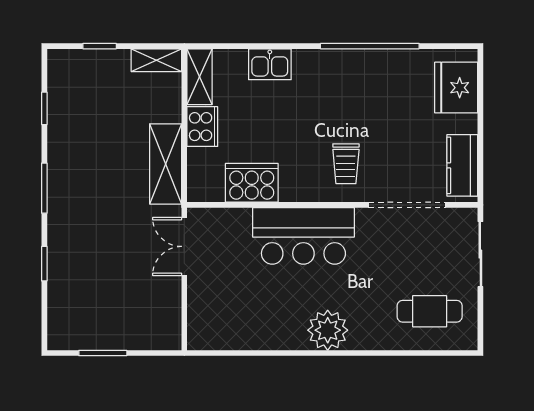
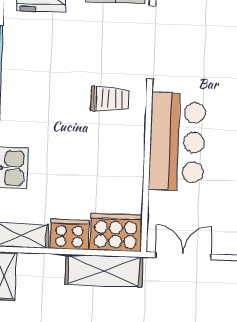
cooker: (252, 183) -> (116, 232), moved, turned 90
double door: (184, 246) -> (183, 256), swing flipped

